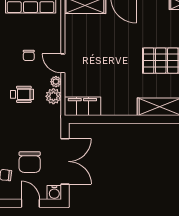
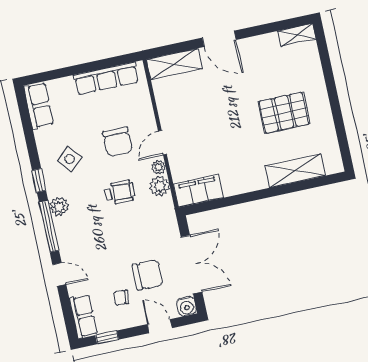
chair: (29, 55) -> (118, 142), width x1.87, depth x1.87
door: (63, 63) -> (162, 143), hinge flipped
chair: (30, 162) -> (148, 275), turned -90

